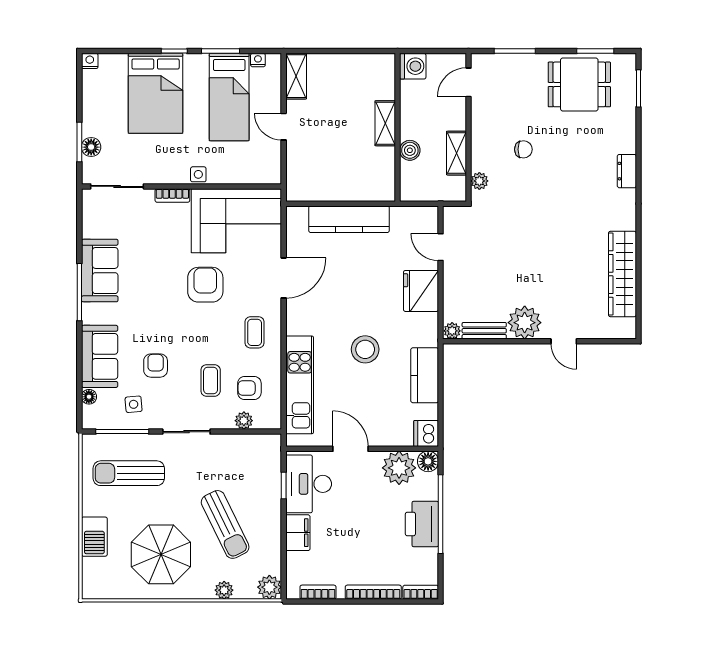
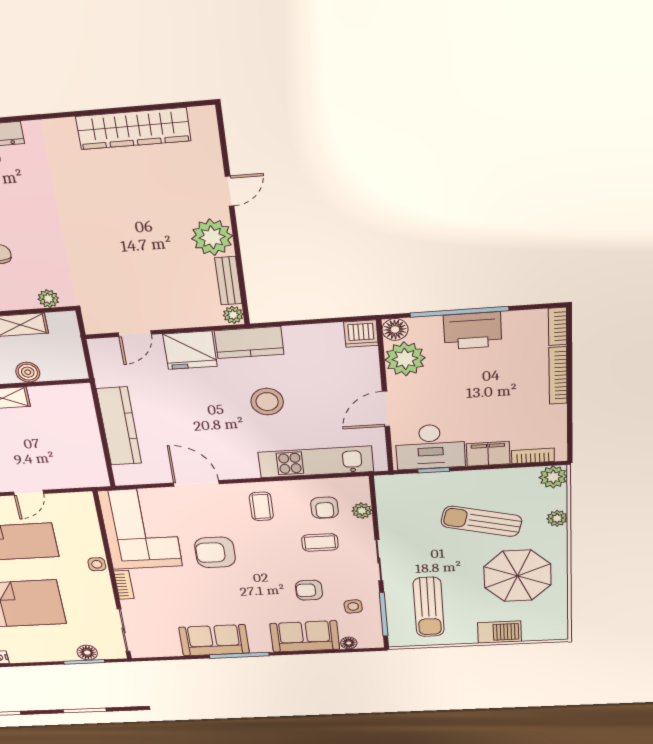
coffee table: (255, 332) -> (261, 506), turned 90
kitchen counter: (425, 375) -> (249, 343), moved
sun lounger: (225, 524) -> (481, 521), turned -140
bookcase: (318, 592) -> (533, 456), moved, turned 90

